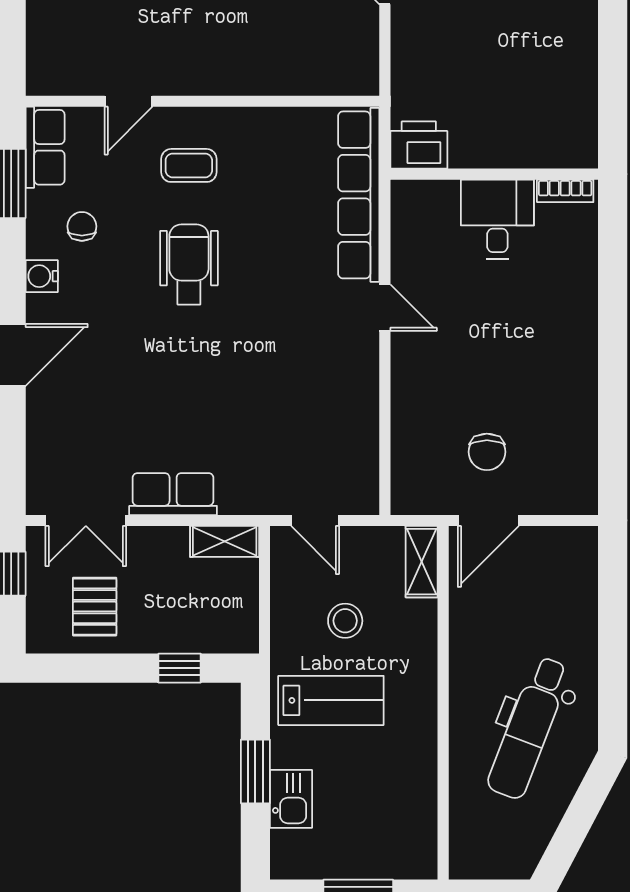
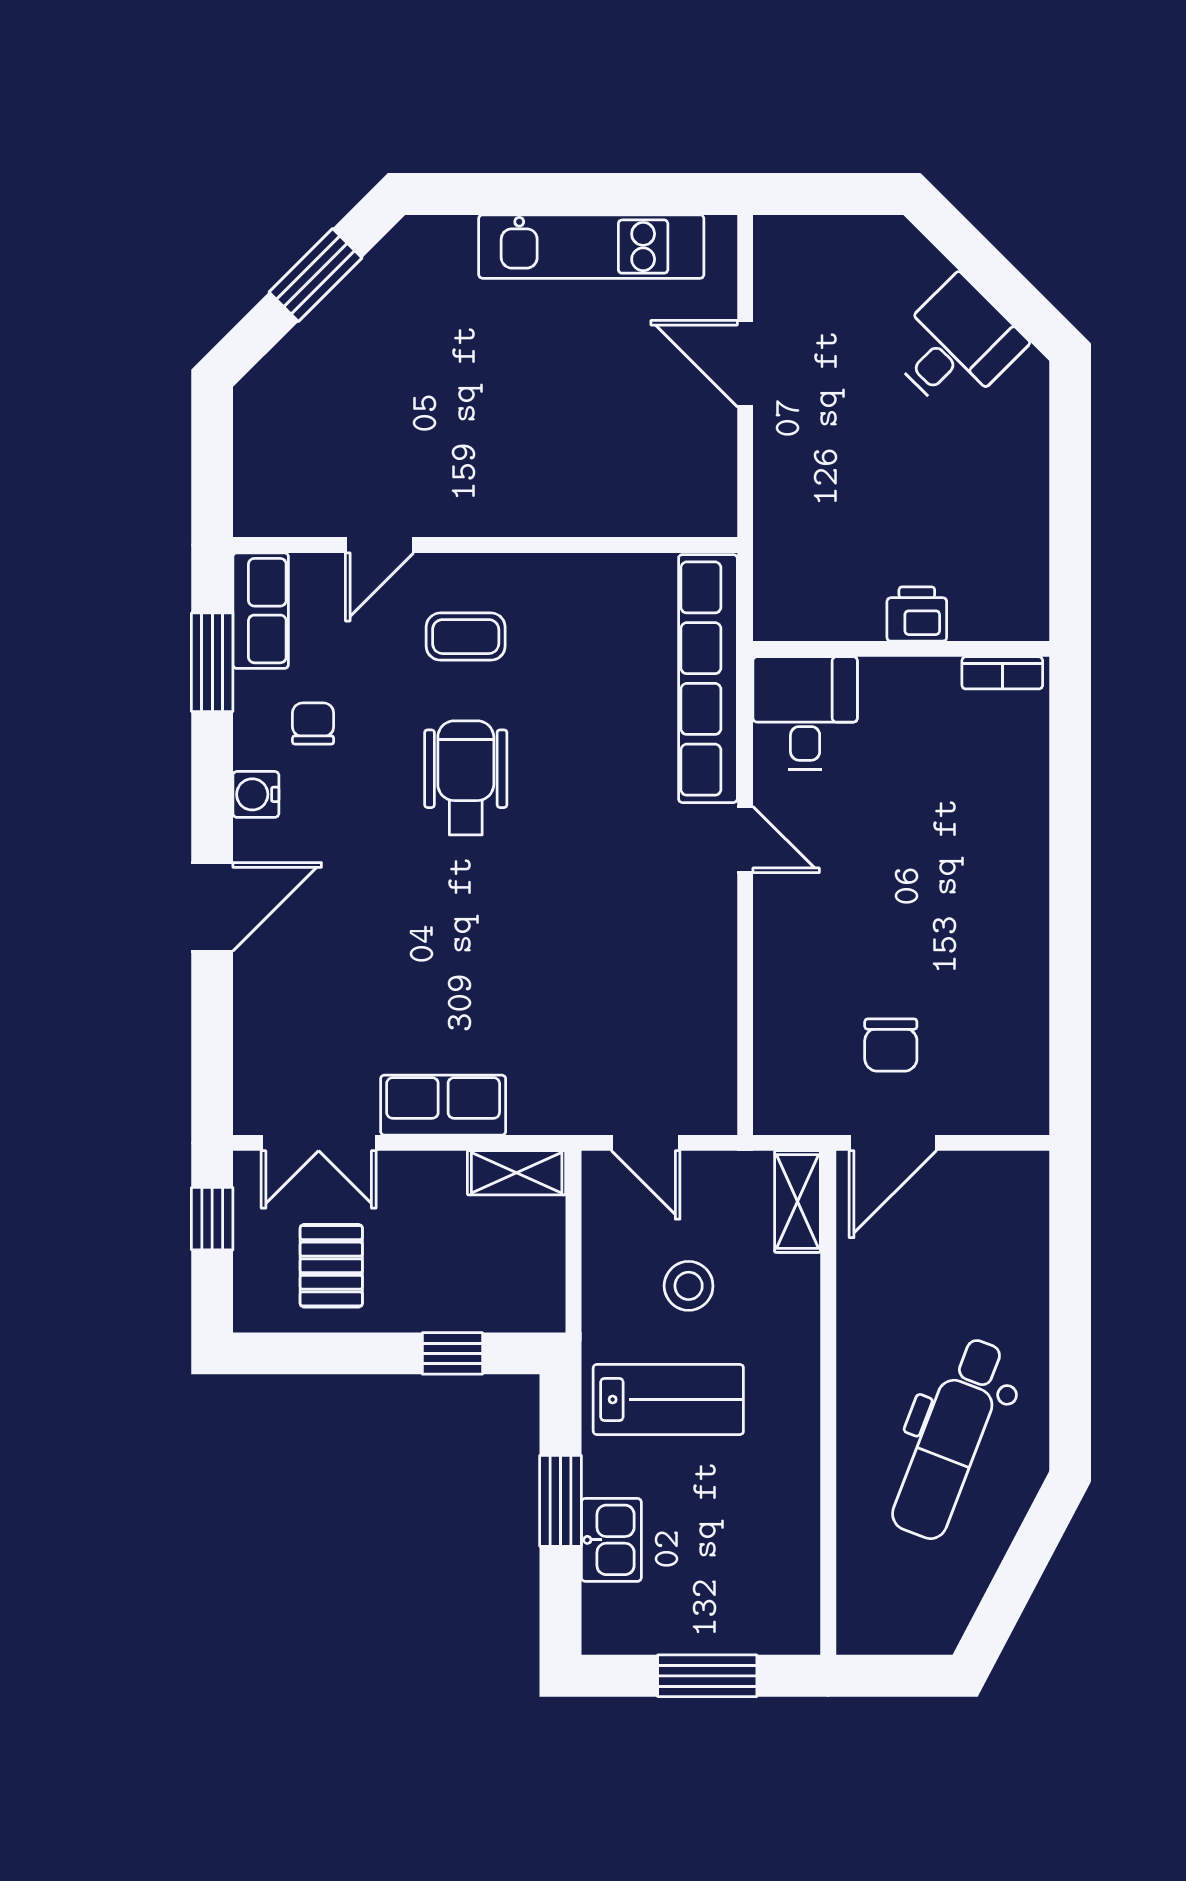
printer: (419, 145) -> (917, 614), moved, width x0.73, depth x0.81
desk: (497, 219) -> (805, 713), moved

